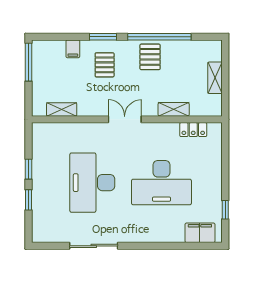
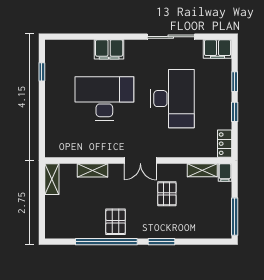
filing cabinet: (73, 49) -> (225, 172), moved, turned 180
pallet: (105, 65) -> (167, 194), moved
shelving: (215, 78) -> (52, 179), moved
locker: (193, 130) -> (225, 144), moved, turned -90
filing cabinet: (46, 233) -> (218, 49), added
filing cabinet: (200, 233) -> (109, 49), moved

